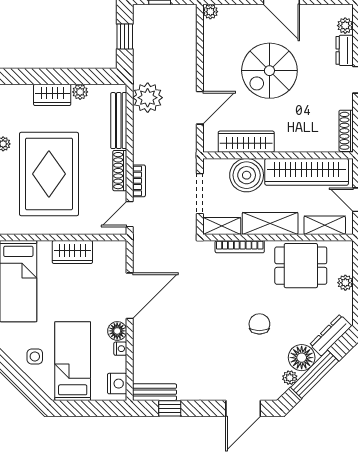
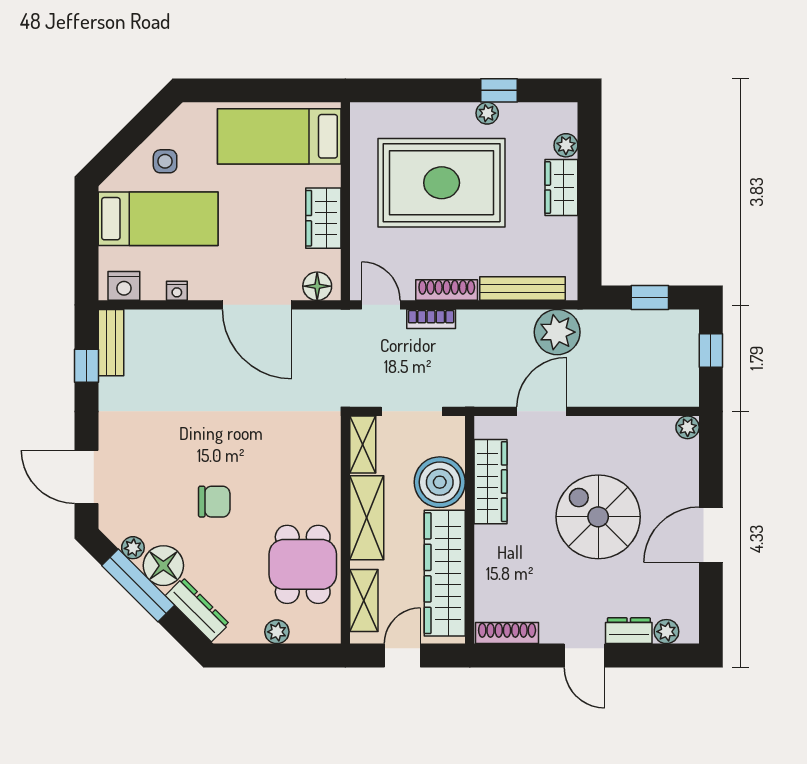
plant: (80, 92) -> (566, 145), moved
door: (200, 108) -> (542, 411), swing flipped
bookcase: (240, 247) -> (331, 472), removed
floor lamp: (117, 331) -> (317, 286), moved

